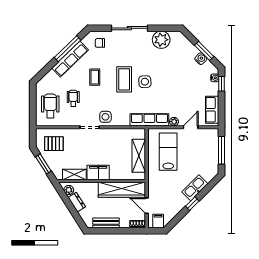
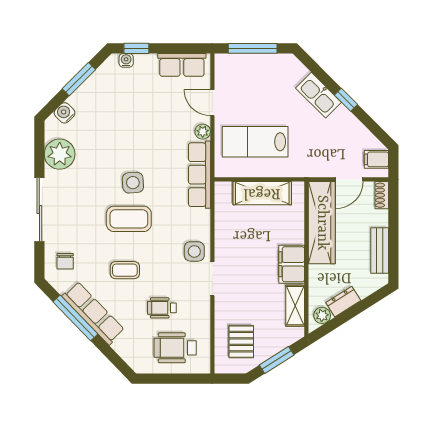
water cooler: (201, 59) -> (65, 113), moved

